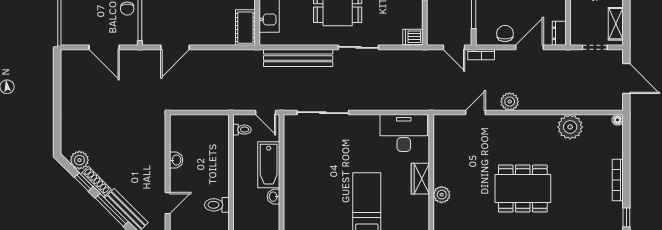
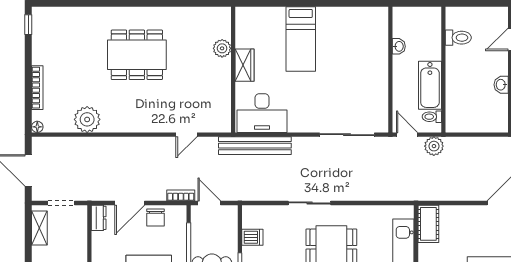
dishwasher: (413, 37) -> (252, 237), moved
bench: (298, 58) -> (255, 146), moved
plant: (510, 102) -> (434, 146), moved
bathtub: (269, 165) -> (430, 85), moved, turned 180
bookcase: (618, 180) -> (37, 88), moved

